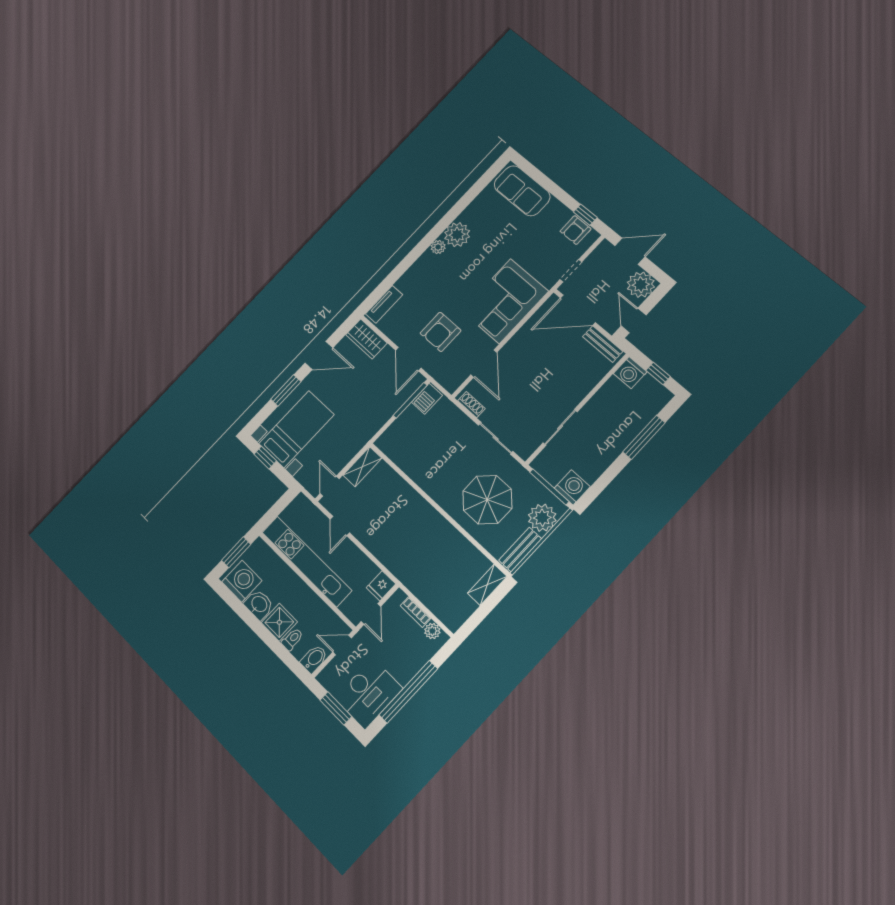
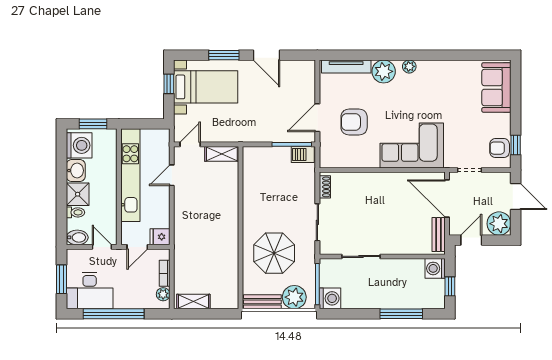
plant: (457, 235) -> (384, 71), moved
tv unit: (384, 304) -> (346, 67), width x1.41
wardrobe: (366, 339) -> (306, 77), removed
door: (484, 364) -> (358, 170), removed
shelving: (487, 585) -> (193, 302), moved

